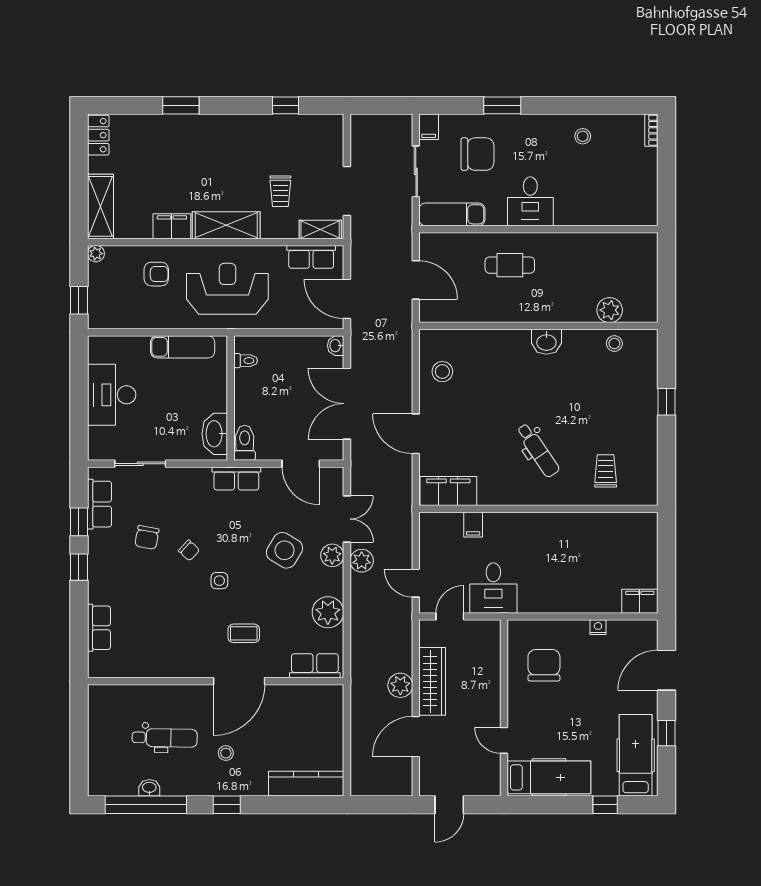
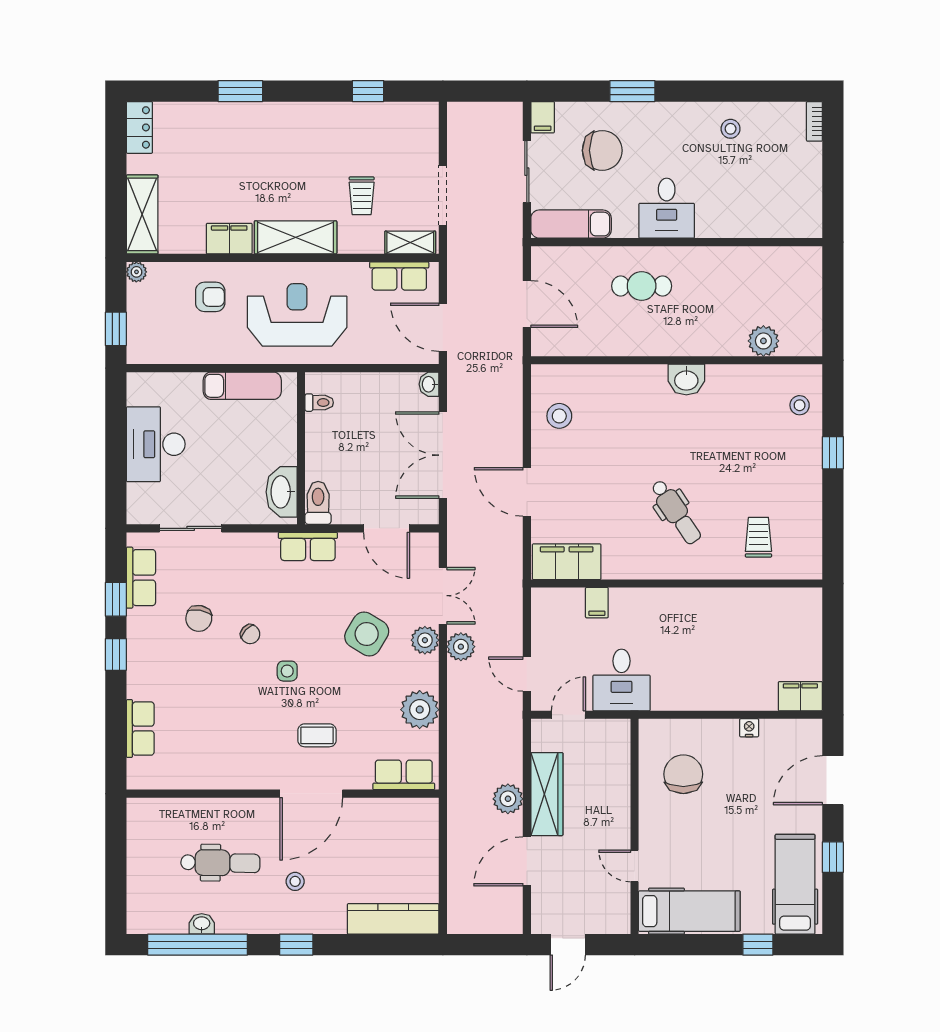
stool: (614, 344) -> (800, 405), moved

